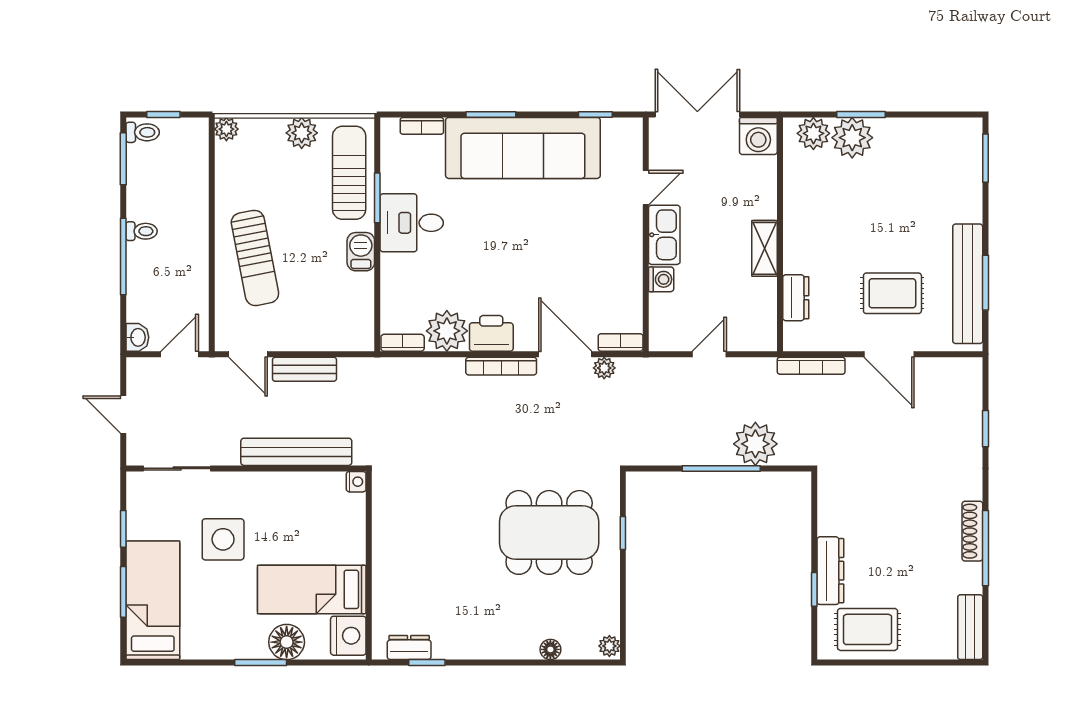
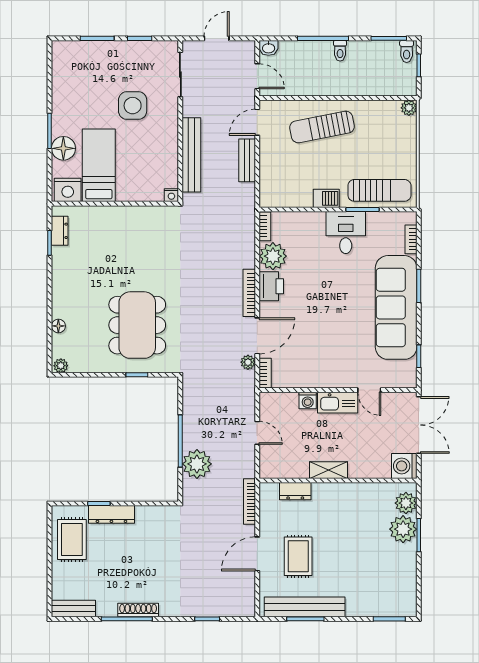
plant: (302, 133) -> (406, 159), removed
bed: (153, 600) -> (92, 58), removed

